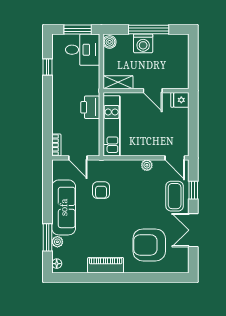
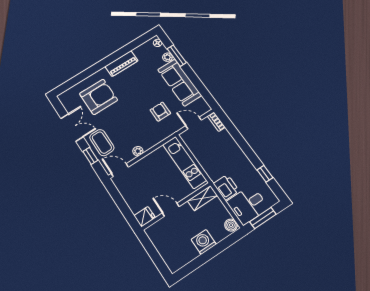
window: (149, 30) -> (207, 256), removed
printer: (90, 107) -> (226, 187), moved

